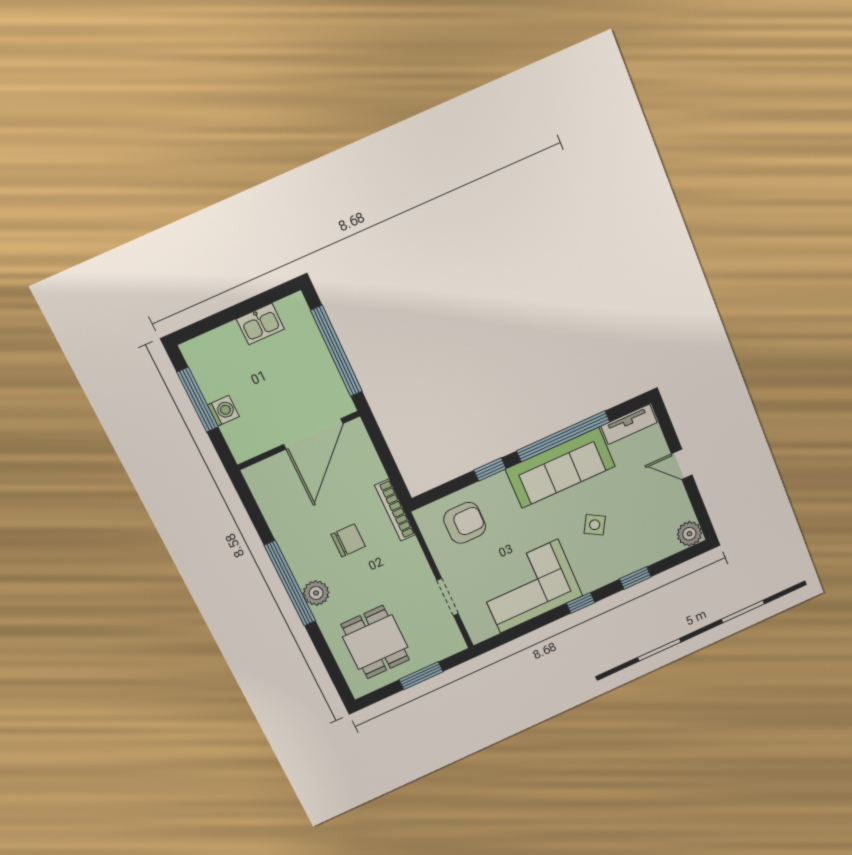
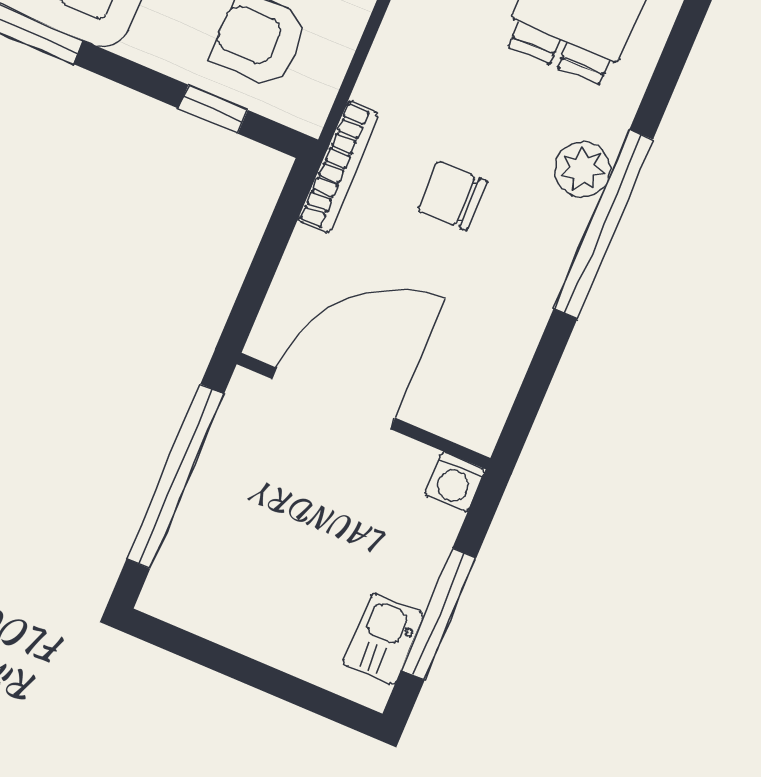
kitchen sink: (260, 324) -> (383, 639), moved, turned -90
washing machine: (223, 411) -> (455, 482), moved, turned -90
window: (490, 469) -> (213, 109), moved

